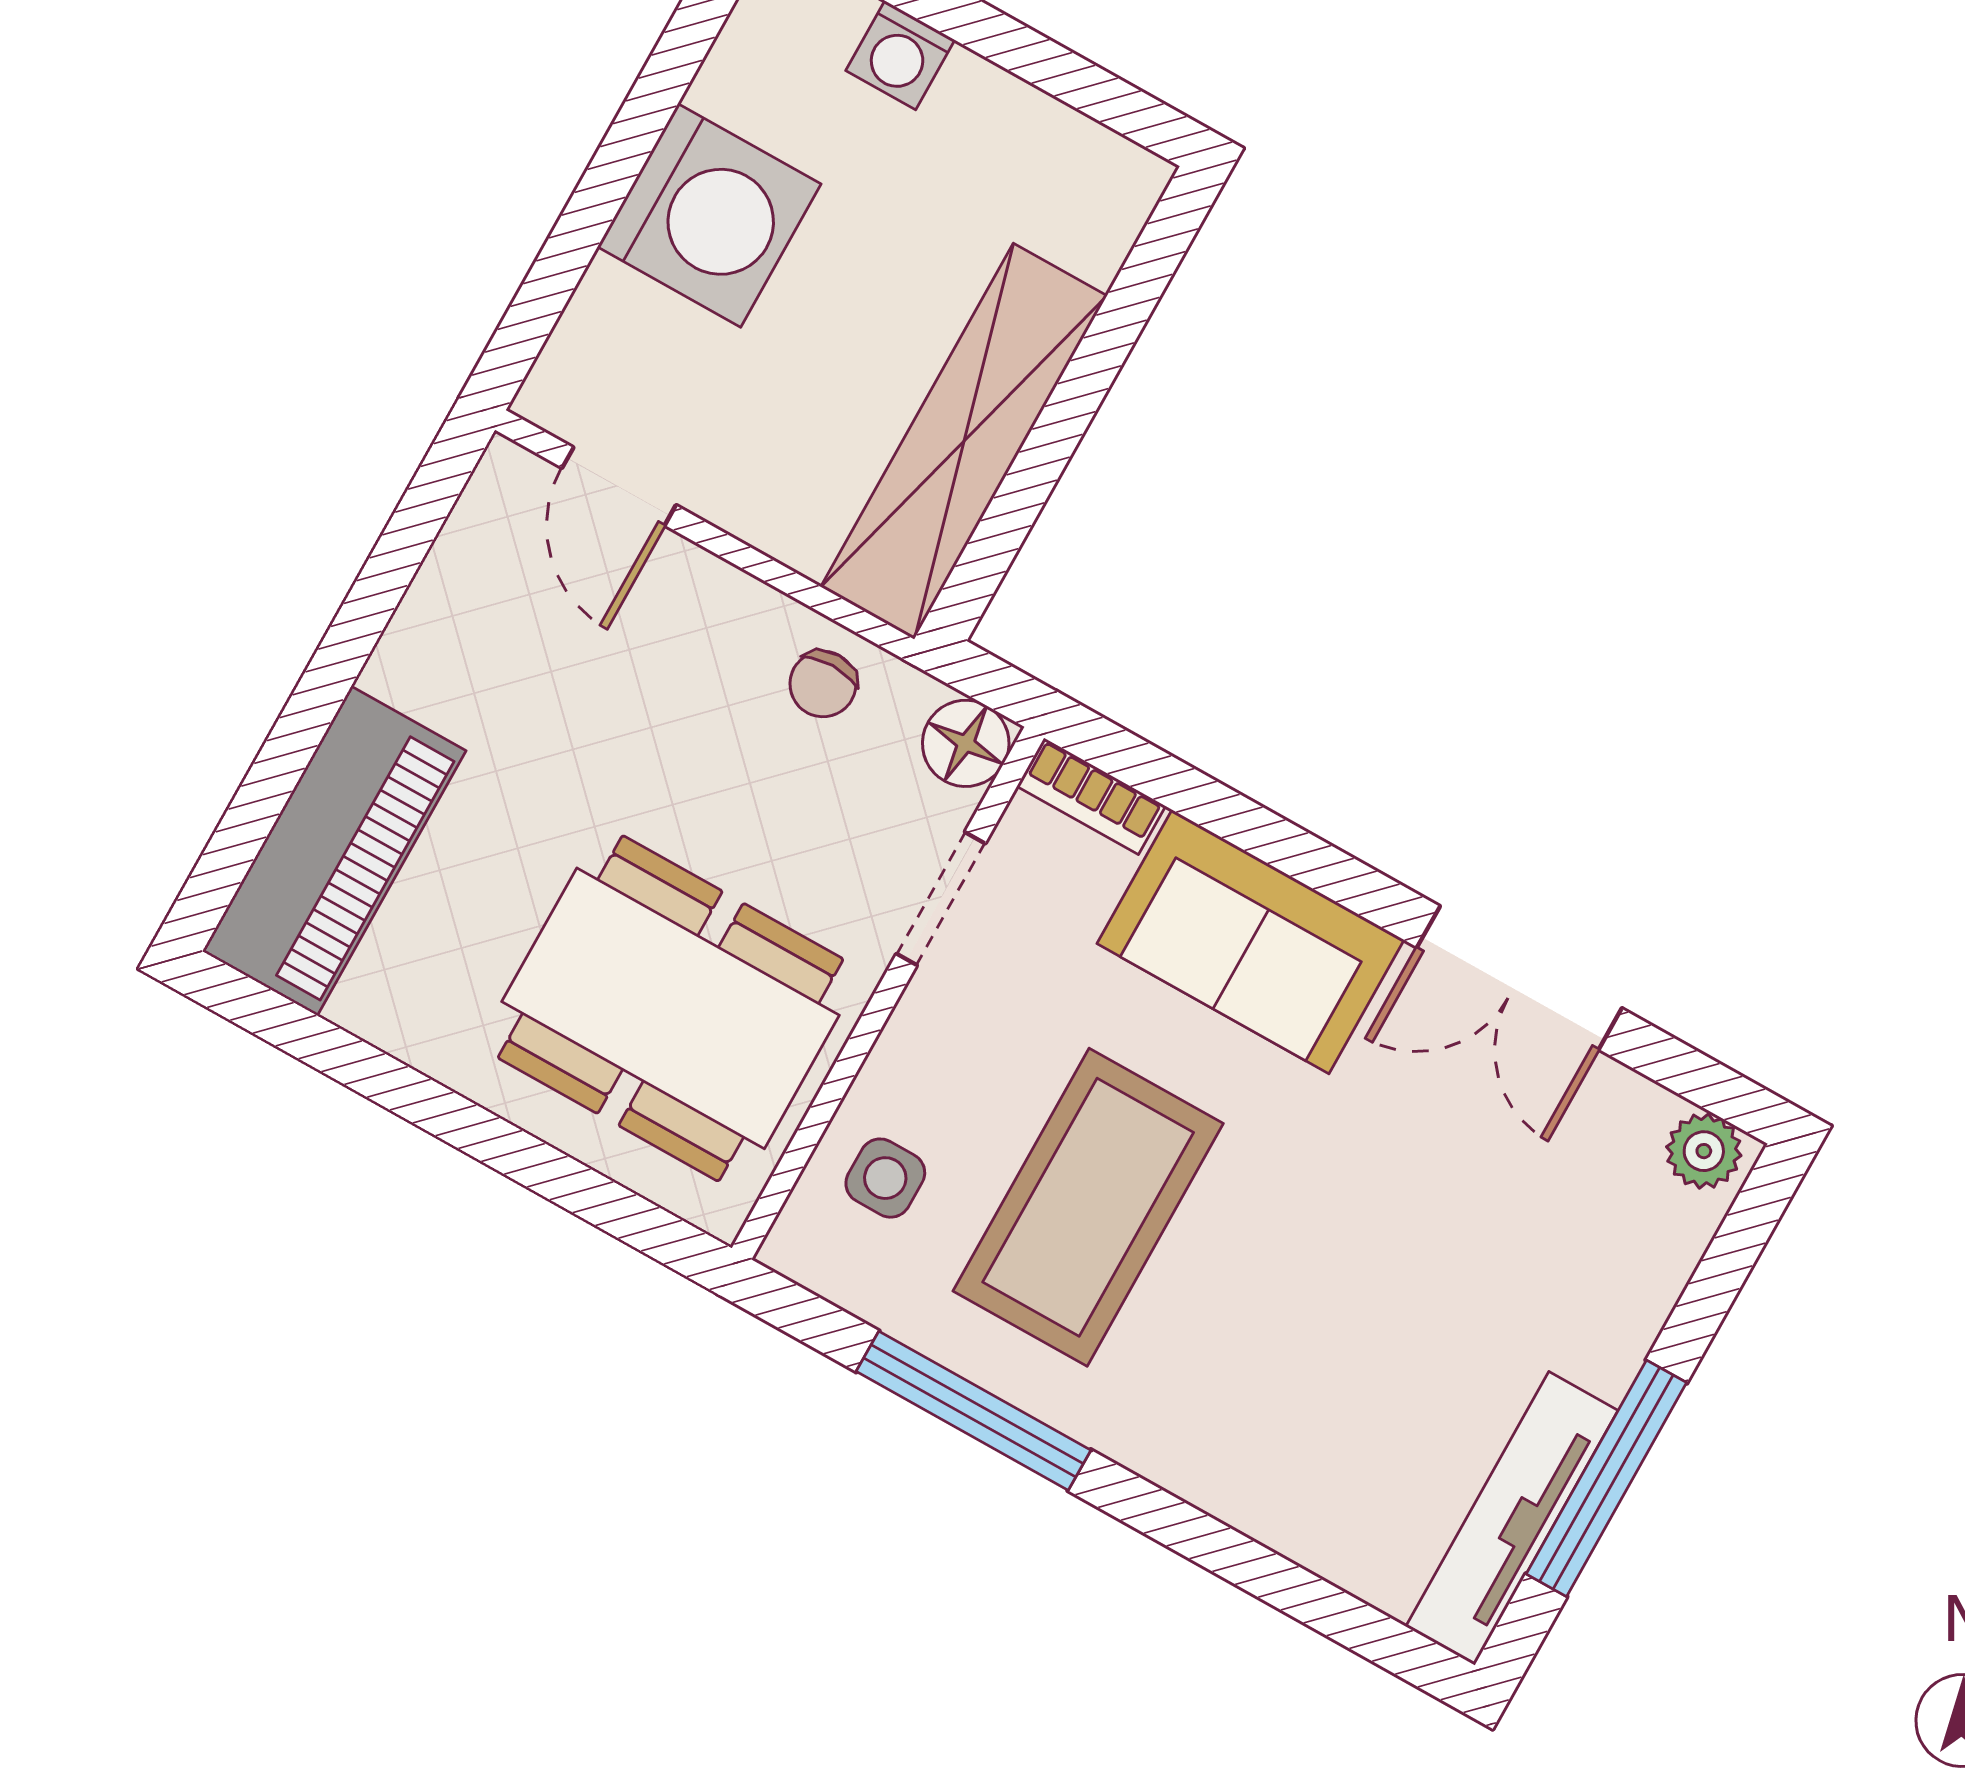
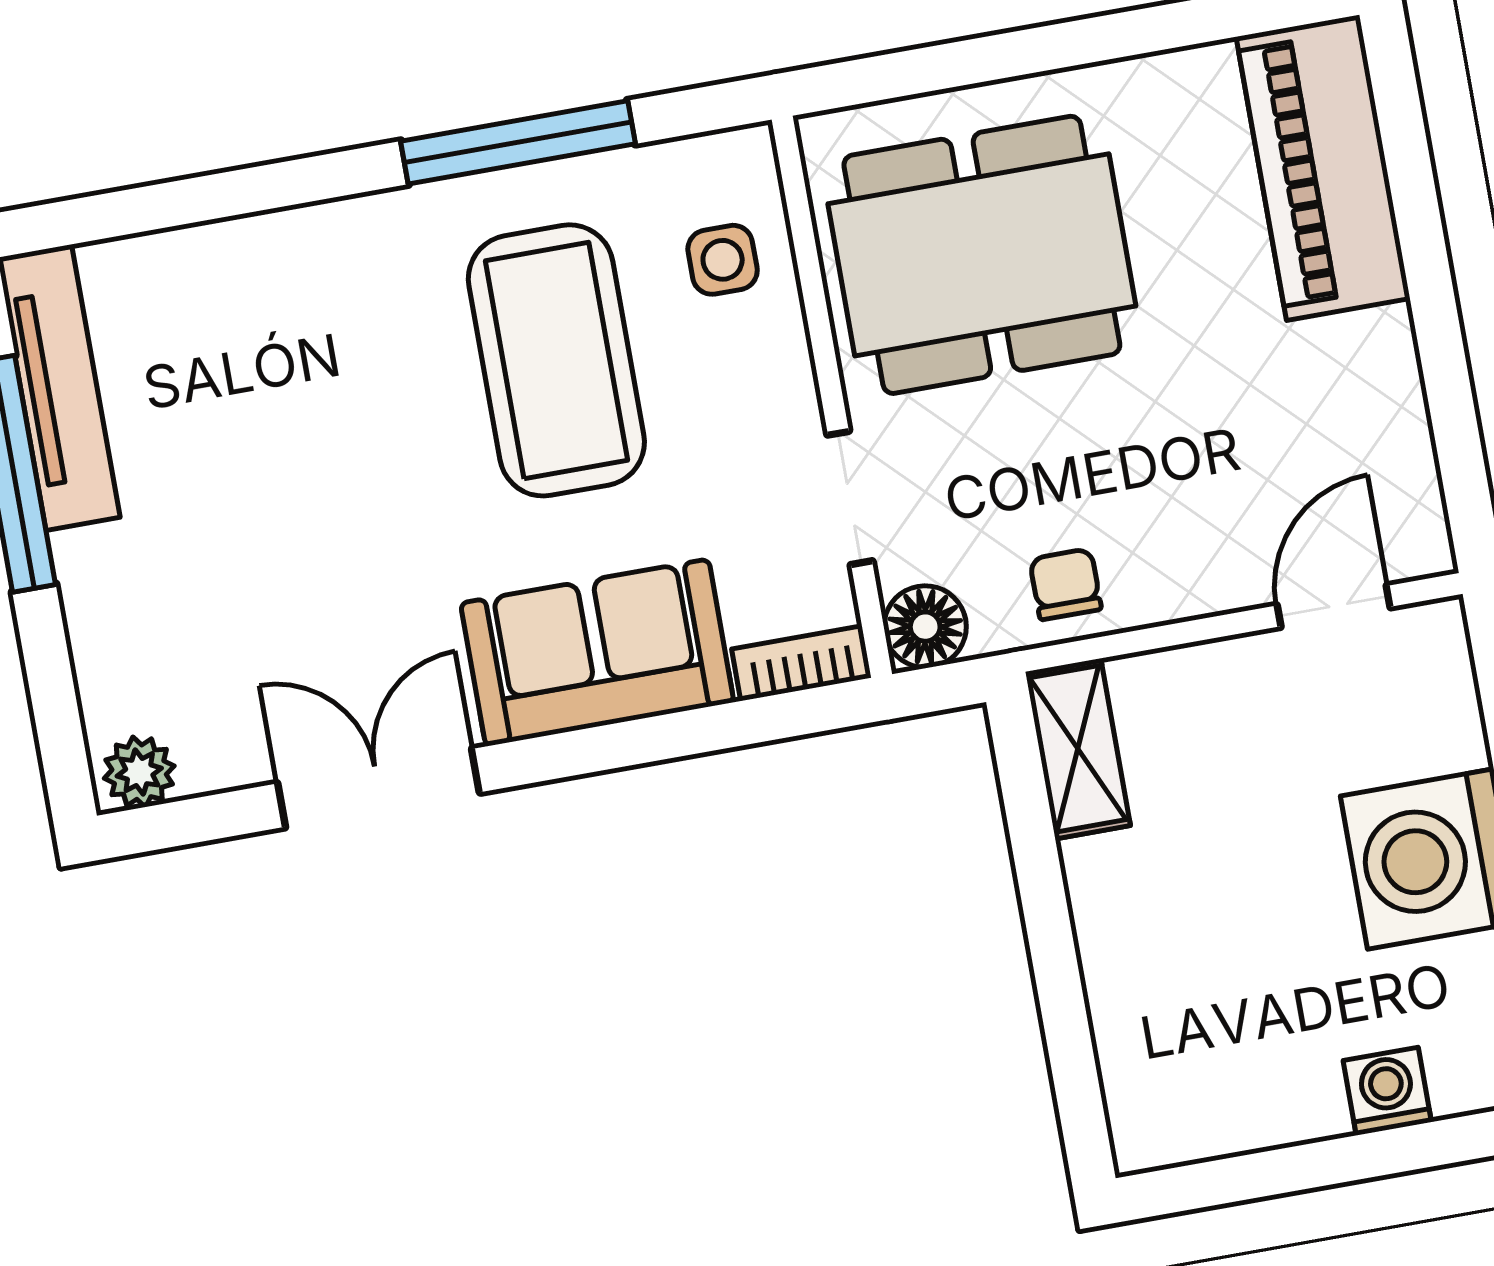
shelving: (964, 441) -> (1078, 749), width x0.45, depth x0.75
door: (619, 487) -> (1334, 606), hinge flipped

